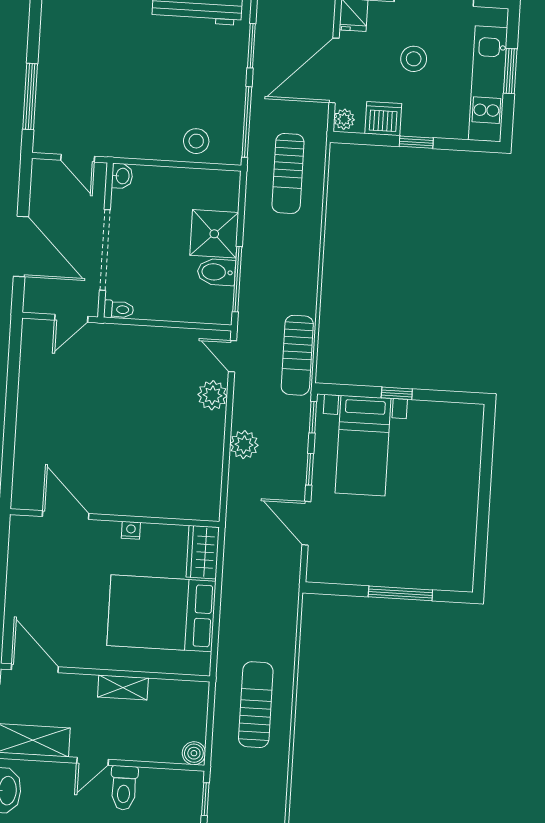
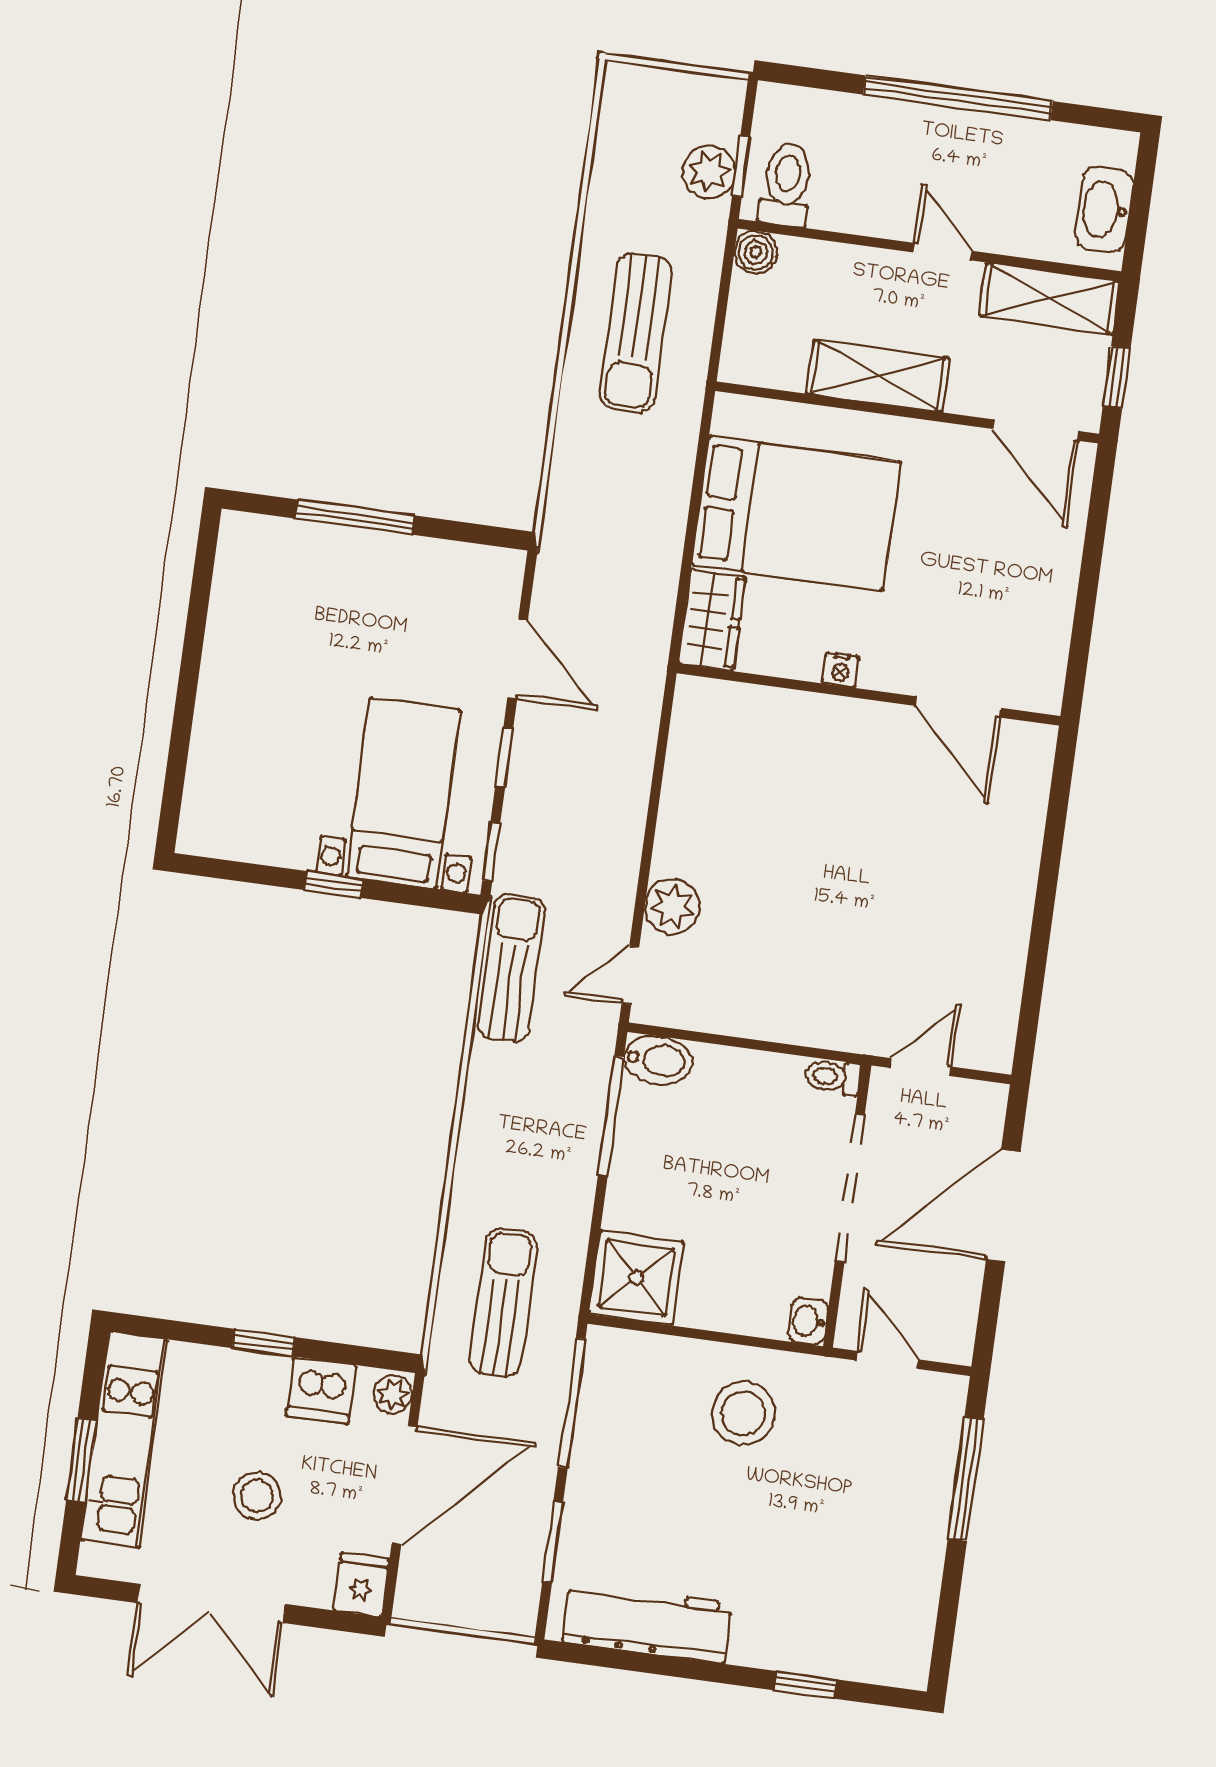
stool: (196, 141) -> (743, 1413), moved, width x1.38, depth x1.38
shower: (214, 234) -> (636, 1278), moved
door: (21, 247) -> (1003, 1206), hinge flipped
bidet: (216, 272) -> (658, 1060), moved
door: (232, 356) -> (630, 975), swing flipped
plant: (244, 445) -> (709, 172), moved
shelving: (123, 687) -> (878, 376), width x1.50, depth x1.33
door: (93, 761) -> (943, 252), hinge flipped
toilet: (124, 788) -> (787, 185), moved

